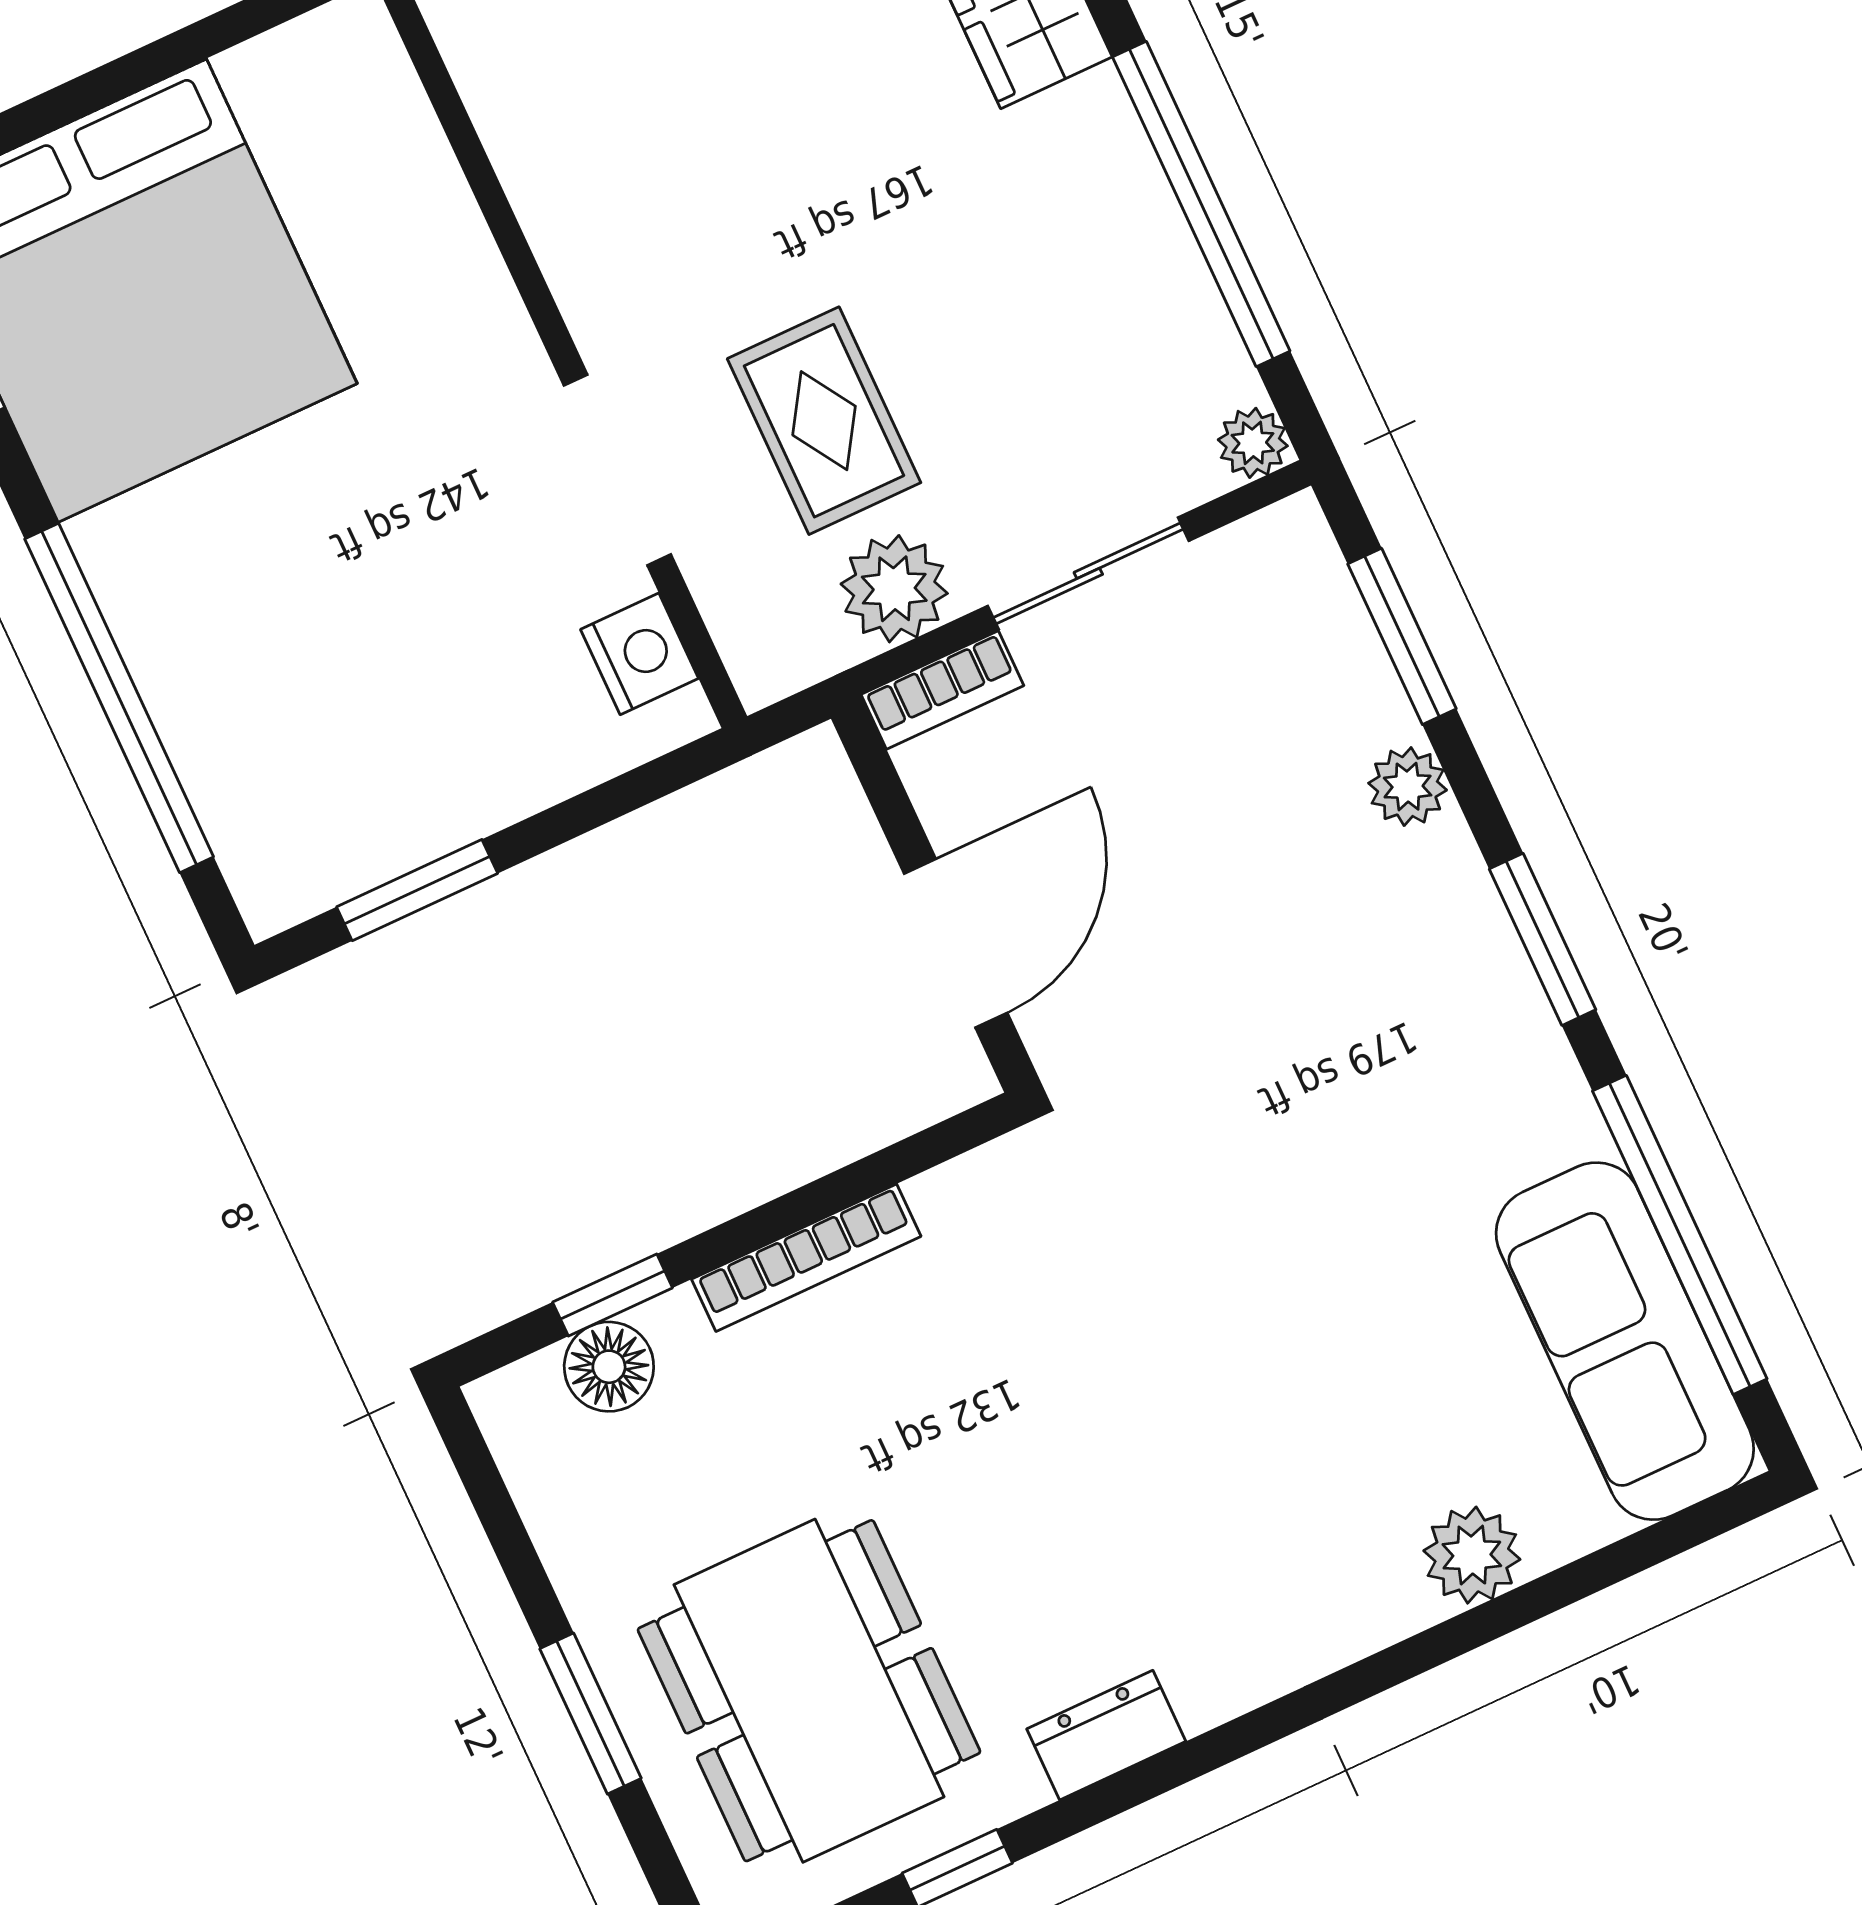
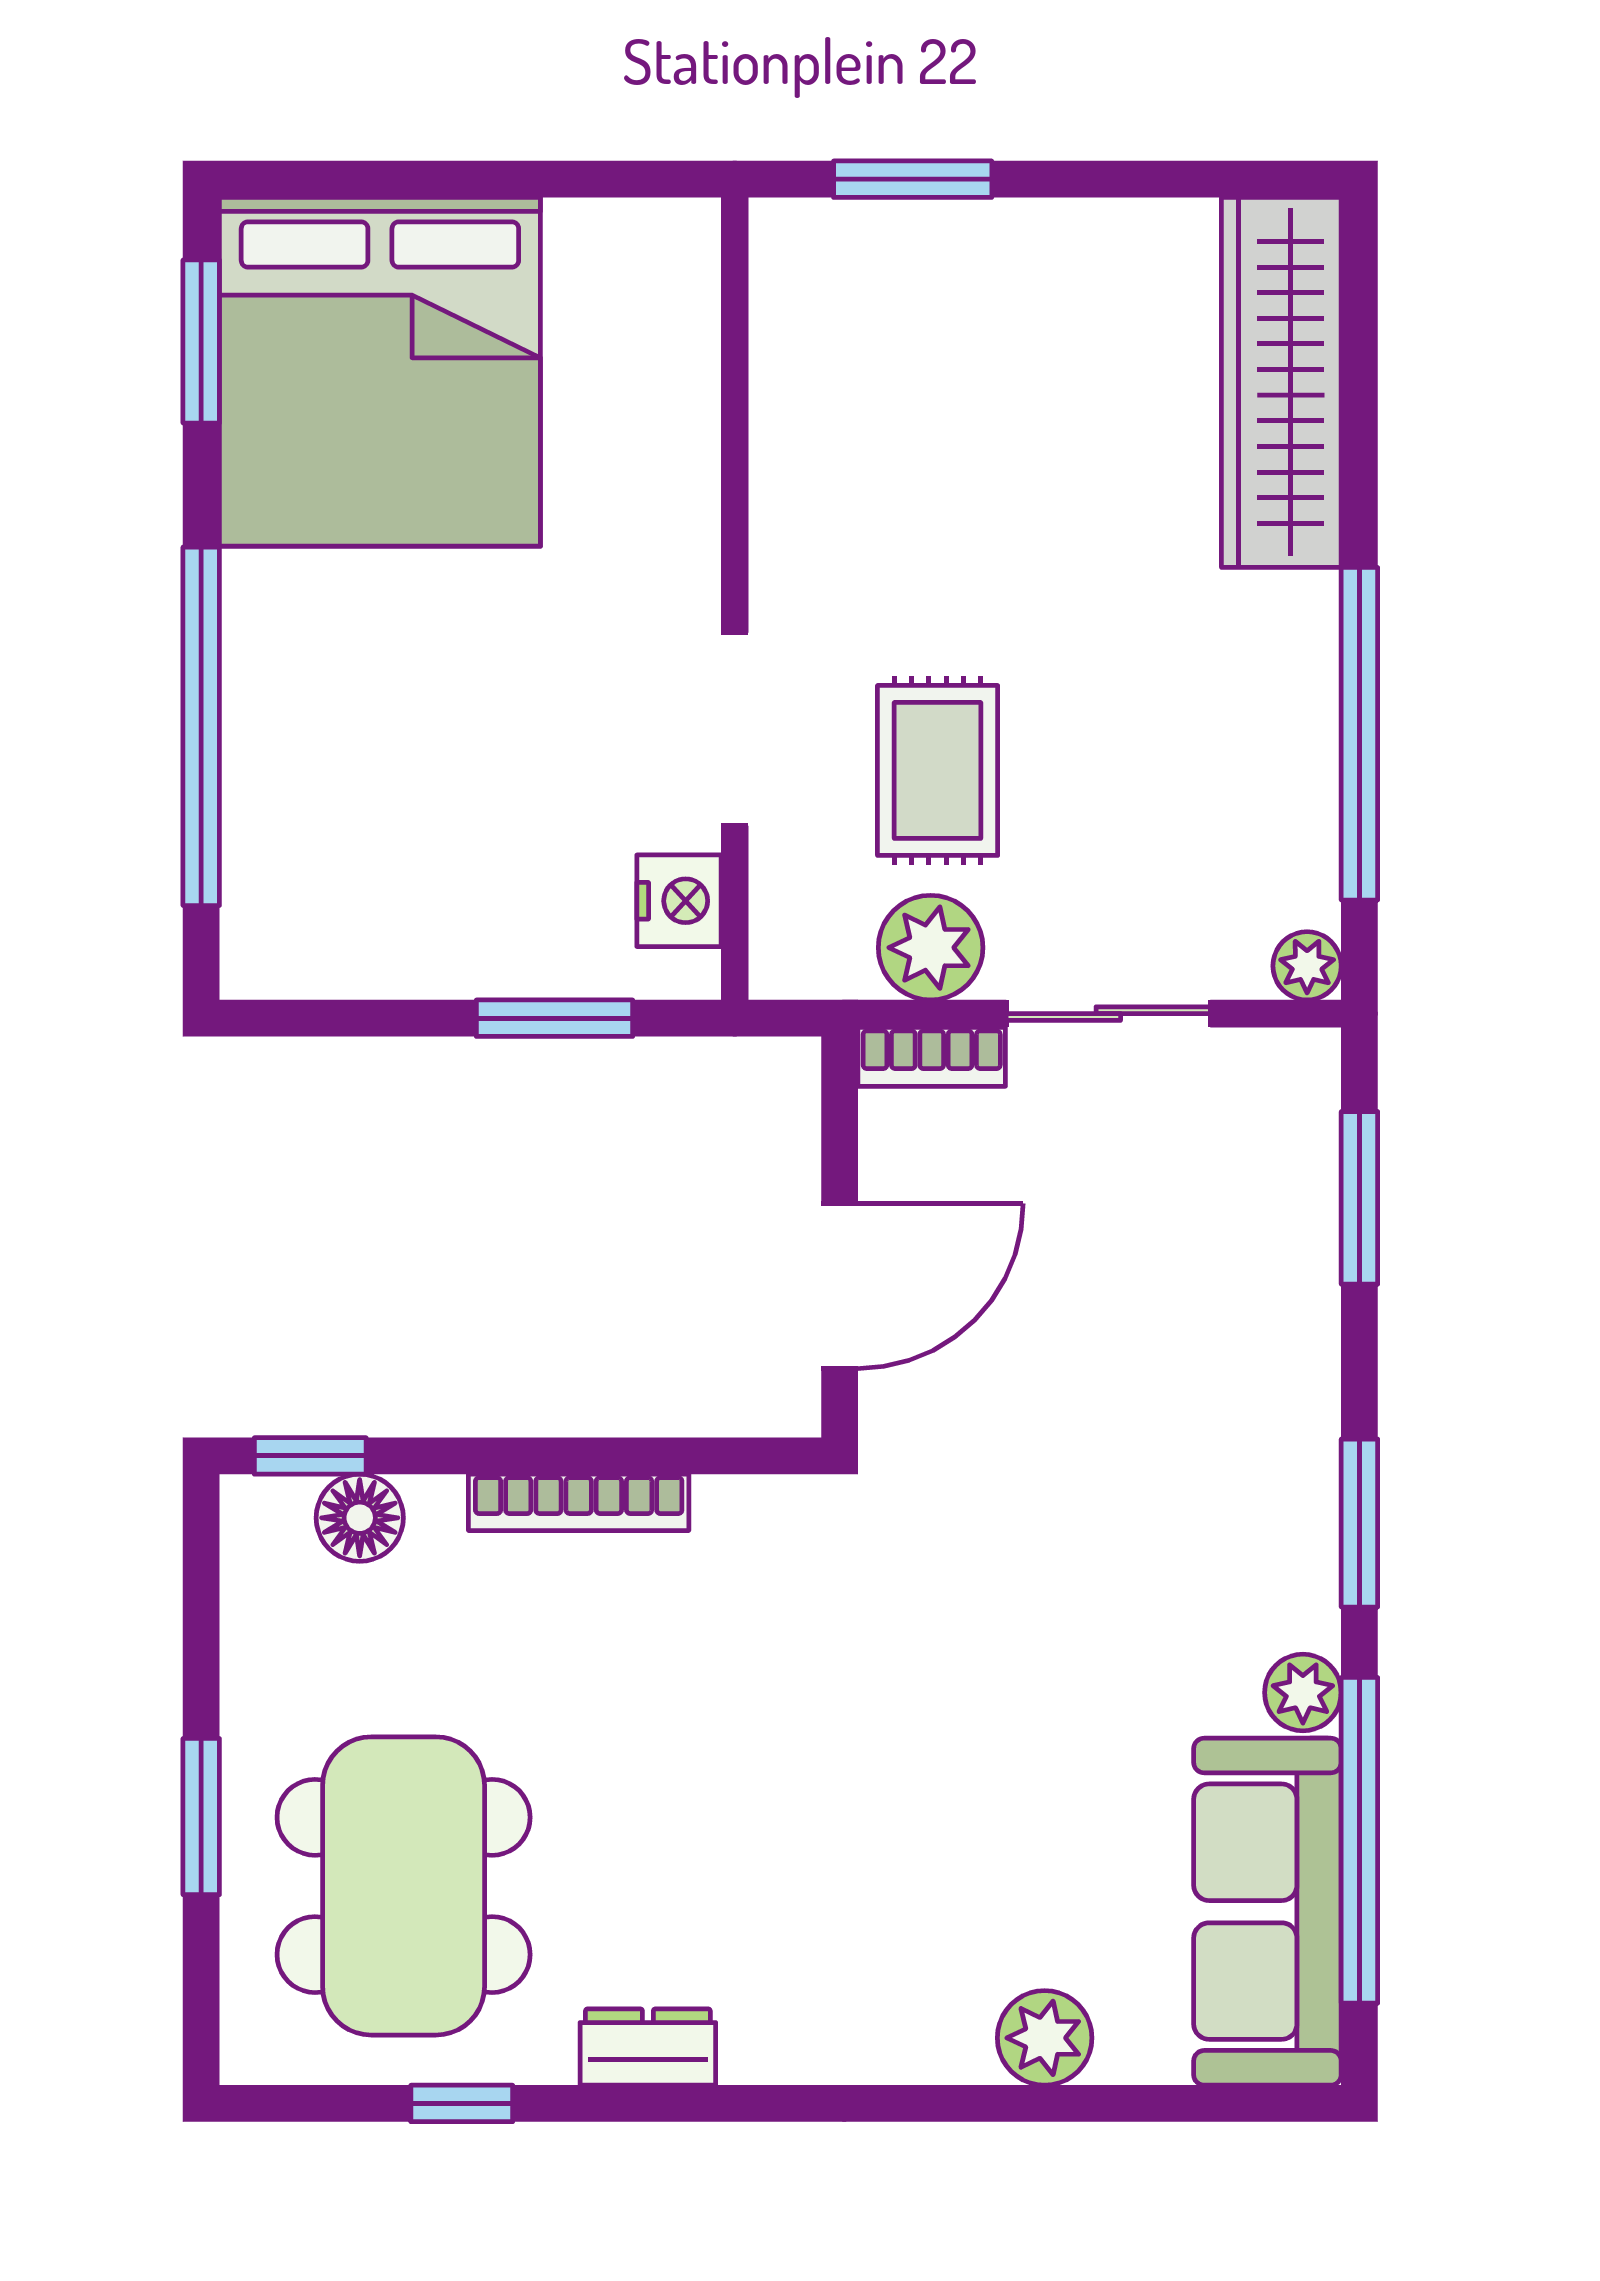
plant: (1408, 787) -> (1303, 1693), moved
window: (417, 890) -> (555, 1018), moved
window: (613, 1295) -> (310, 1456), moved

